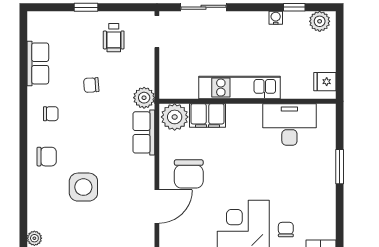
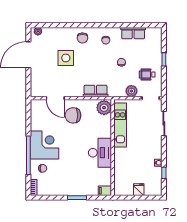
plant: (320, 21) -> (156, 187), removed
fridge: (325, 82) -> (139, 190), moved
kitchen unit: (240, 88) -> (120, 125), moved
plant: (144, 98) -> (131, 91), moved
filing cabinet: (207, 115) -> (105, 191), moved, width x0.50
desk: (289, 124) -> (100, 153), moved

